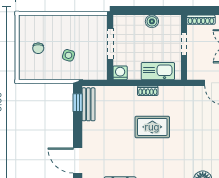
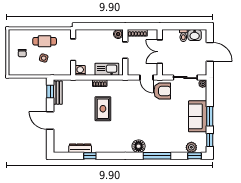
boiler: (152, 21) -> (118, 34), moved
cafe table: (70, 32) -> (45, 41), added
rug: (152, 127) -> (103, 109), turned 90
door: (78, 161) -> (50, 120), moved

